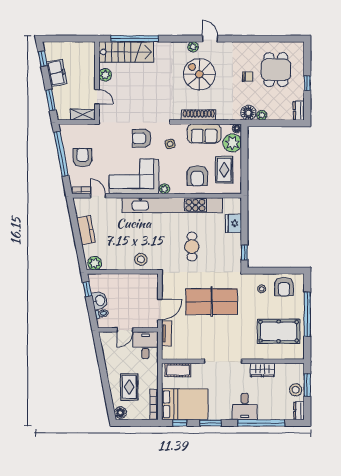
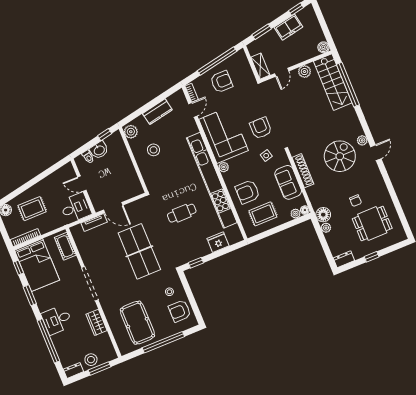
boiler: (90, 47) -> (323, 47), added
plant: (232, 143) -> (295, 214), width x0.53, depth x0.53
stool: (141, 259) -> (154, 150), moved

